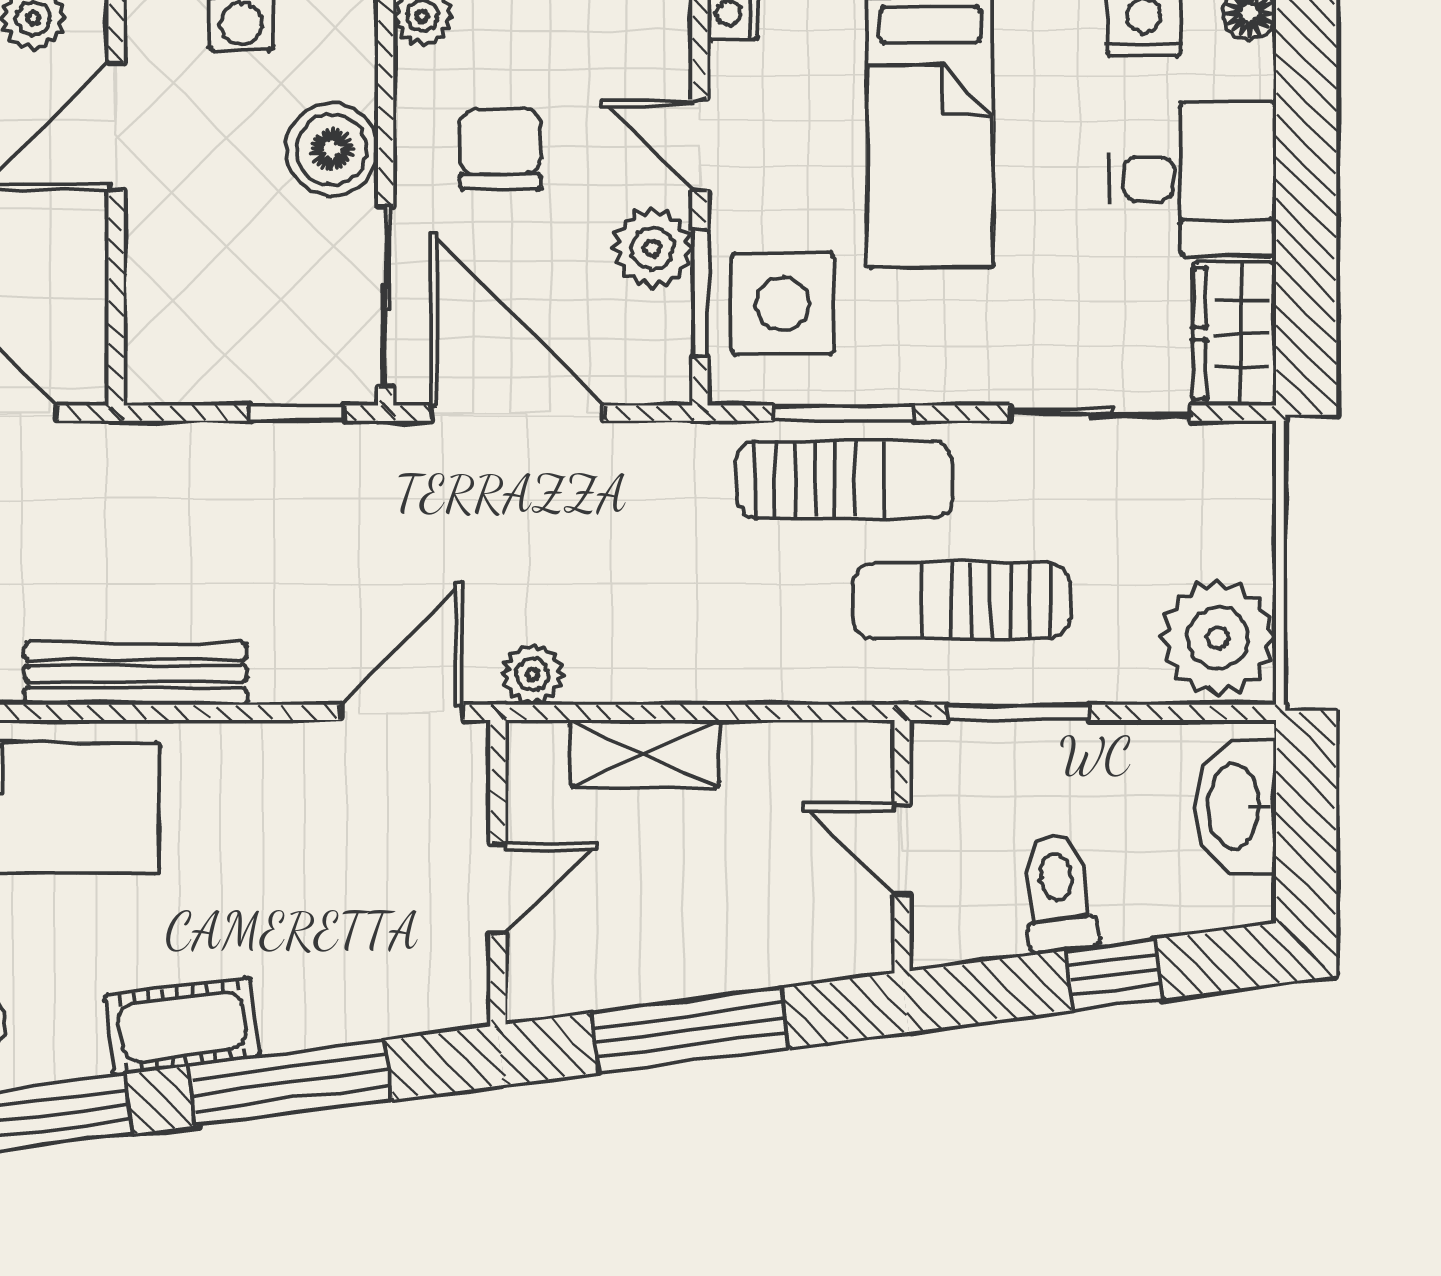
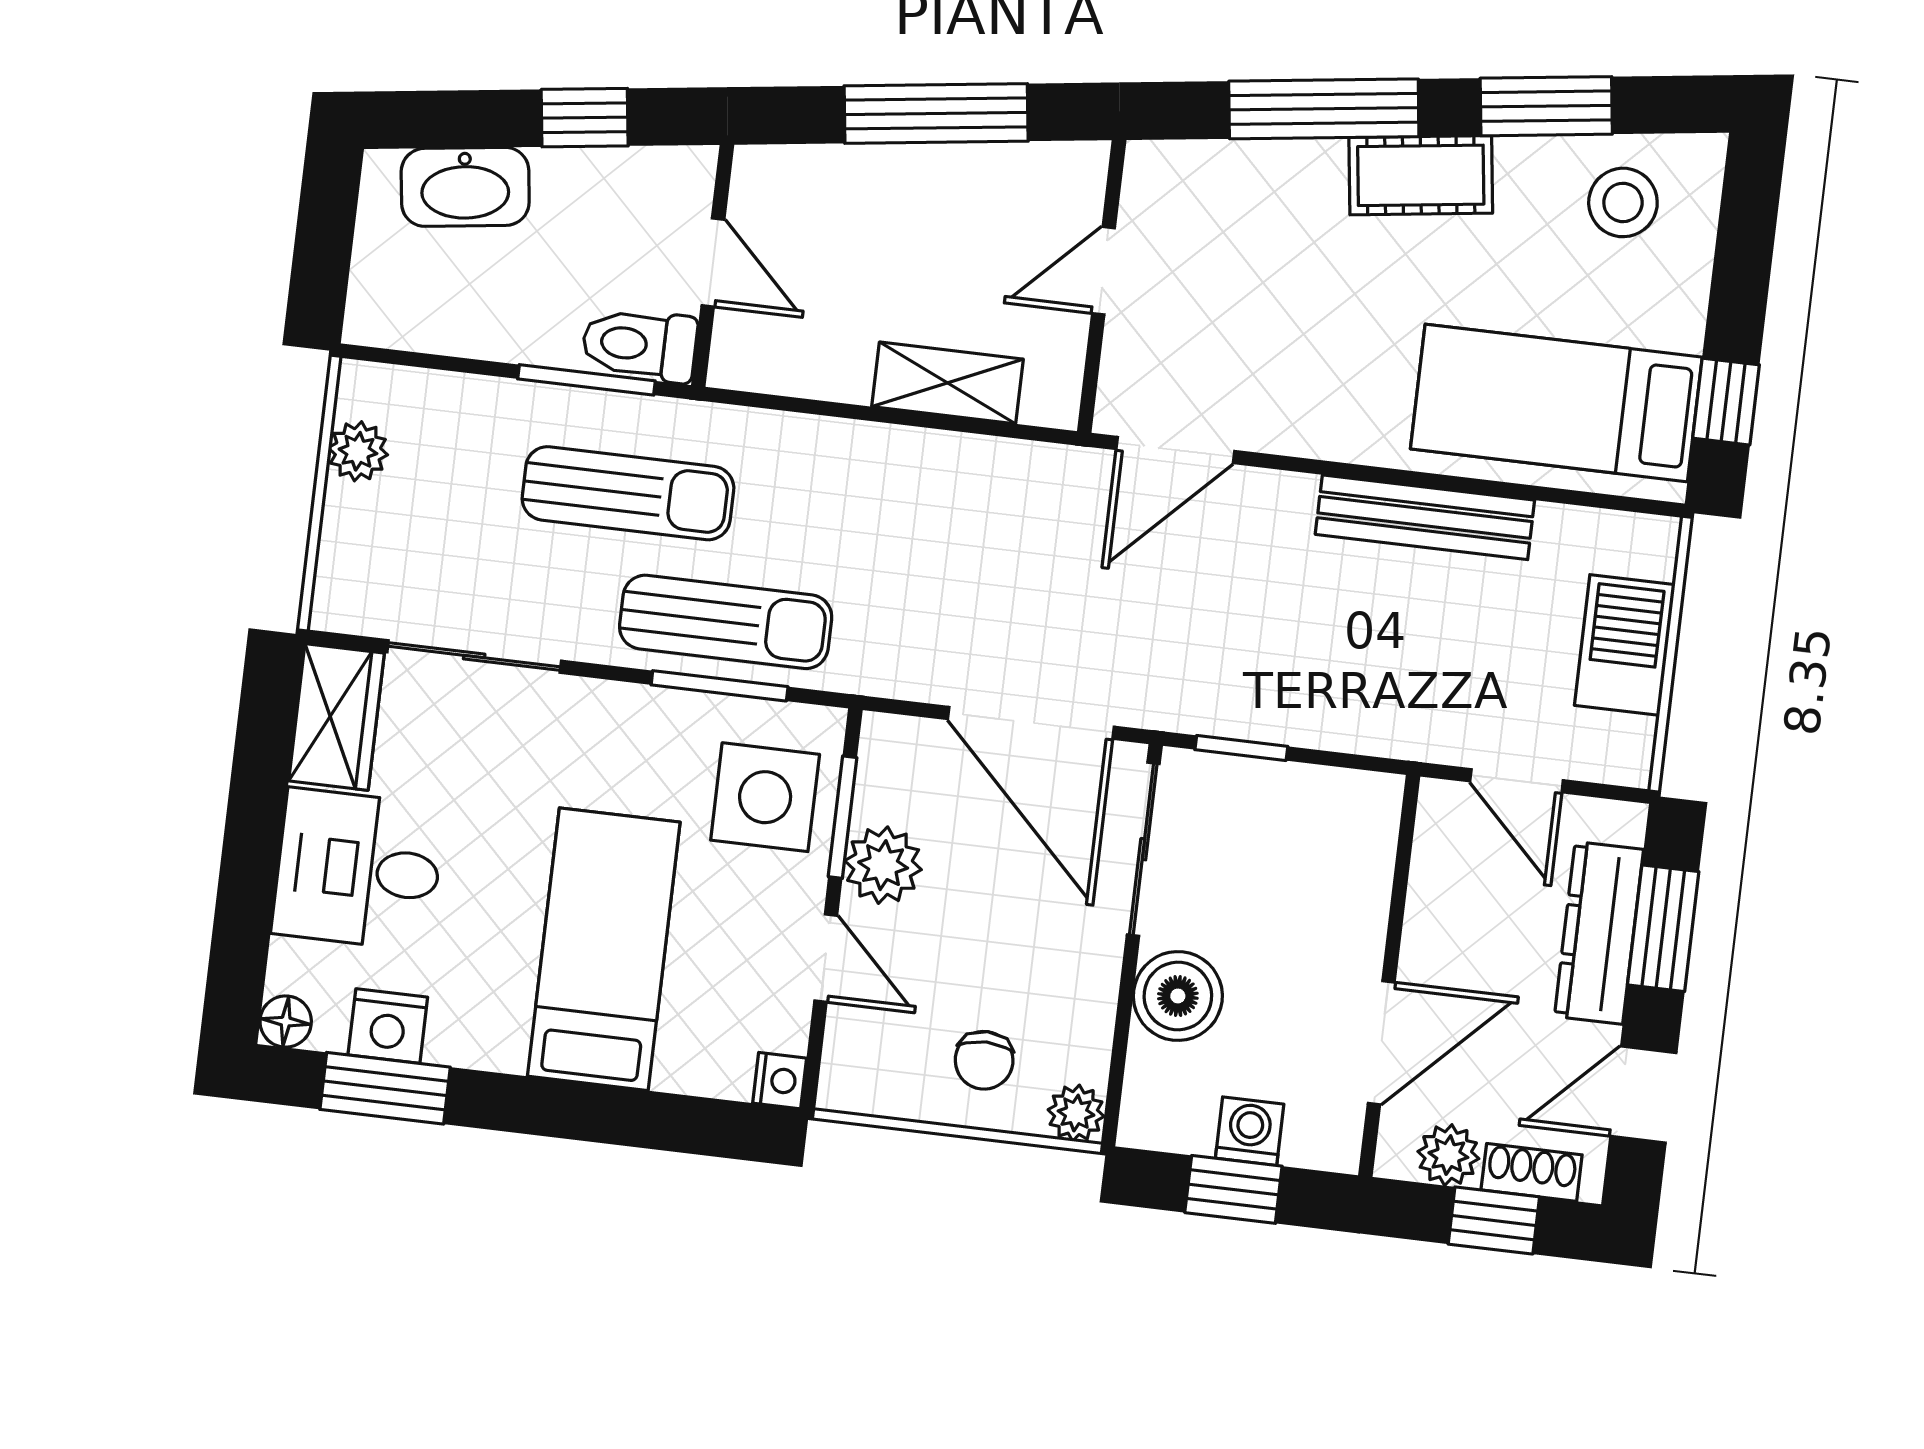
chair: (500, 149) -> (984, 1060), moved, width x0.73, depth x0.73
sun lounger: (845, 480) -> (726, 622), turned 180
plant: (1218, 638) -> (358, 451), width x0.53, depth x0.53
plant: (533, 674) -> (1046, 471), removed
washbasin: (1236, 806) -> (465, 187), moved, turned 83
toilet: (1058, 893) -> (640, 345), moved, turned 97
window: (1114, 975) -> (585, 118), moved

